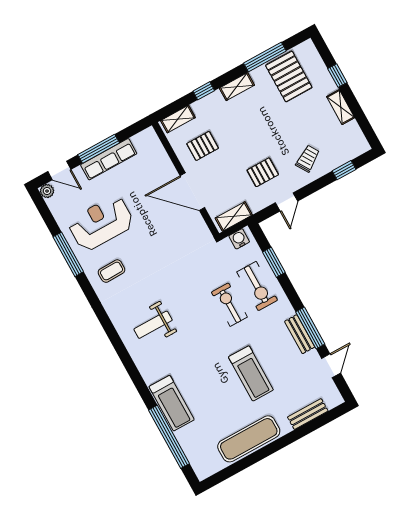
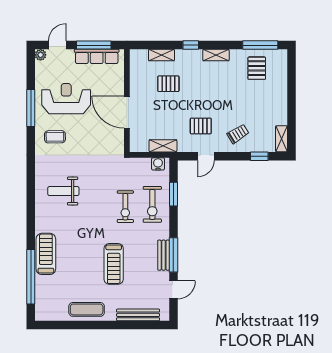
window: (265, 57) -> (260, 45), moved
pallet: (289, 76) -> (257, 68), width x0.67, depth x0.71
window: (337, 76) -> (291, 87), removed
shelving: (341, 107) -> (281, 139), moved
door: (59, 170) -> (57, 45), swing flipped
wall: (186, 179) -> (127, 101), moved
door: (192, 192) -> (127, 112), moved
exercise bike: (229, 305) -> (125, 207), turned 180
treadmill: (172, 403) -> (46, 254), turned 180
bench: (308, 414) -> (138, 315), width x1.36
exercise mat: (249, 439) -> (87, 309), width x0.73, depth x0.69

